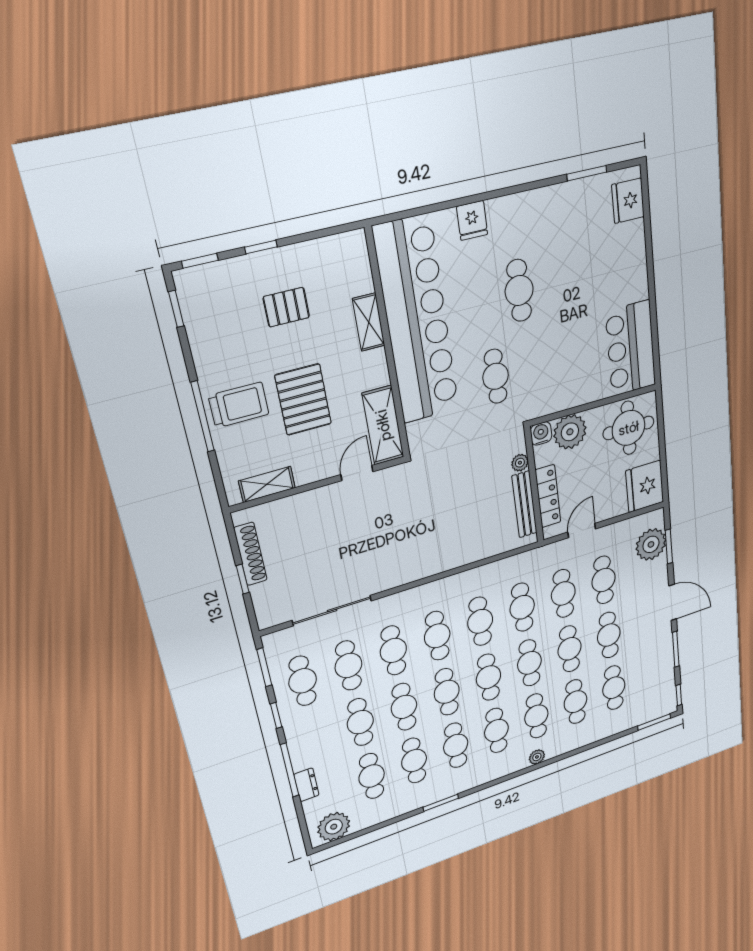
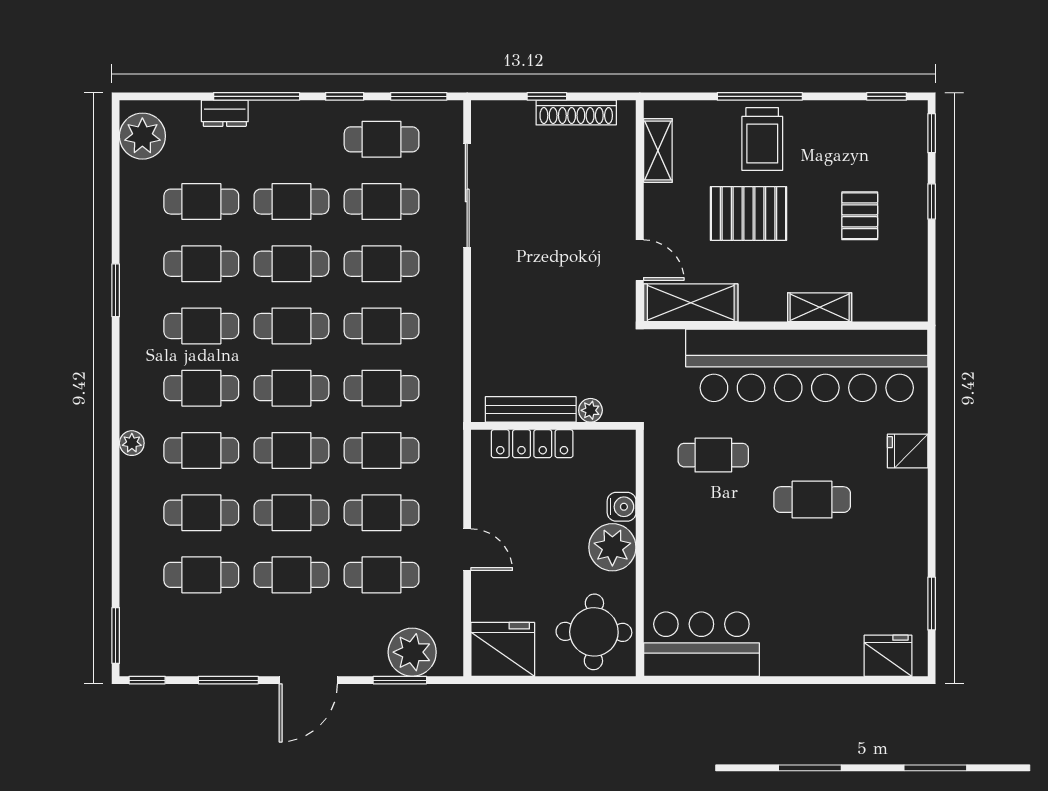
plant: (520, 463) -> (590, 410), moved
wall: (534, 485) -> (553, 426), moved
locker: (548, 496) -> (532, 444), moved
bench: (524, 504) -> (531, 409), moved

